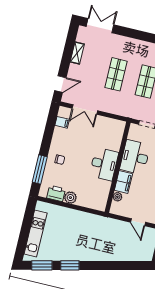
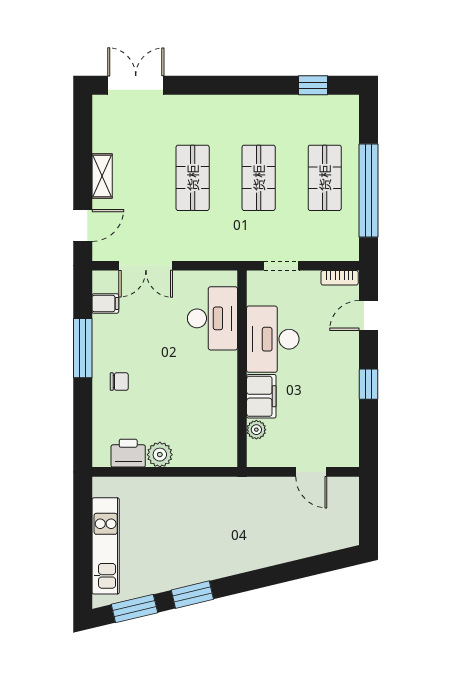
shelving: (77, 53) -> (102, 176), moved
desk: (104, 164) -> (212, 318), moved
window: (40, 169) -> (83, 348), moved

